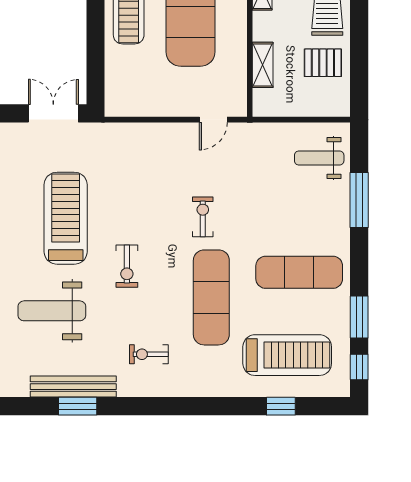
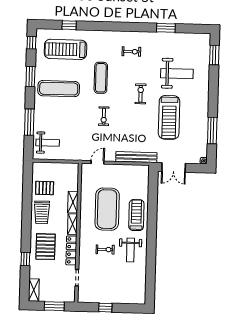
shelving: (263, 65) -> (73, 202), moved
exercise mat: (211, 297) -> (101, 78), width x0.73, depth x0.69
window: (359, 317) -> (30, 77), moved
bench: (73, 387) -> (136, 157), moved

